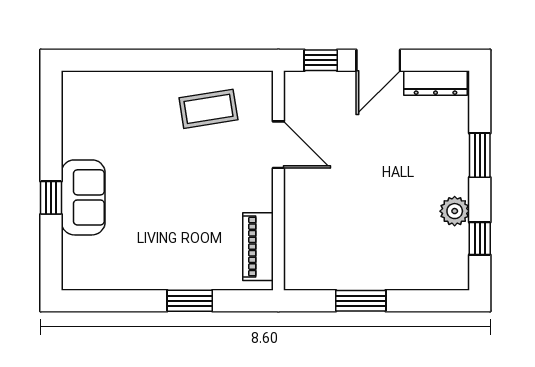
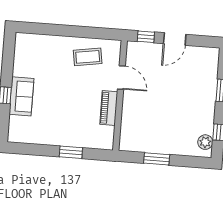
dresser: (436, 83) -> (203, 53), removed
plant: (455, 211) -> (205, 142), moved
piano: (258, 247) -> (109, 108), moved

